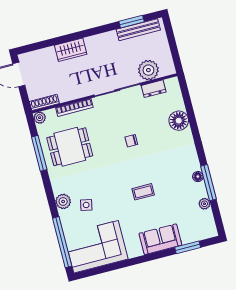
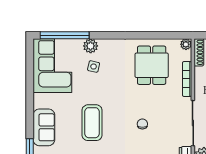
window: (39, 153) -> (153, 35), removed
coffee table: (143, 192) -> (92, 123), width x1.86, depth x1.72
plant: (63, 201) -> (91, 46), moved

